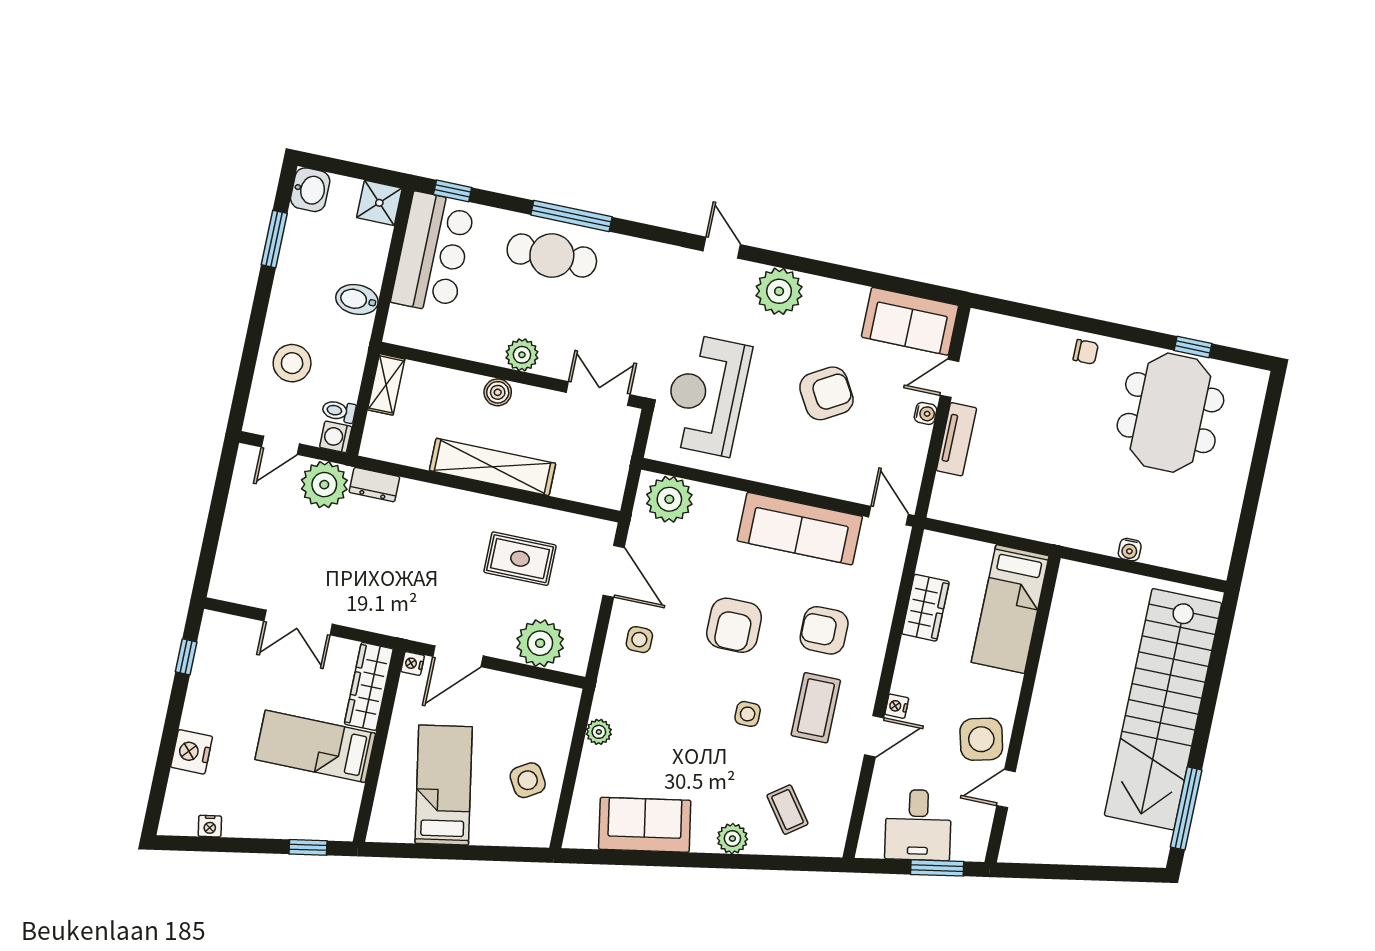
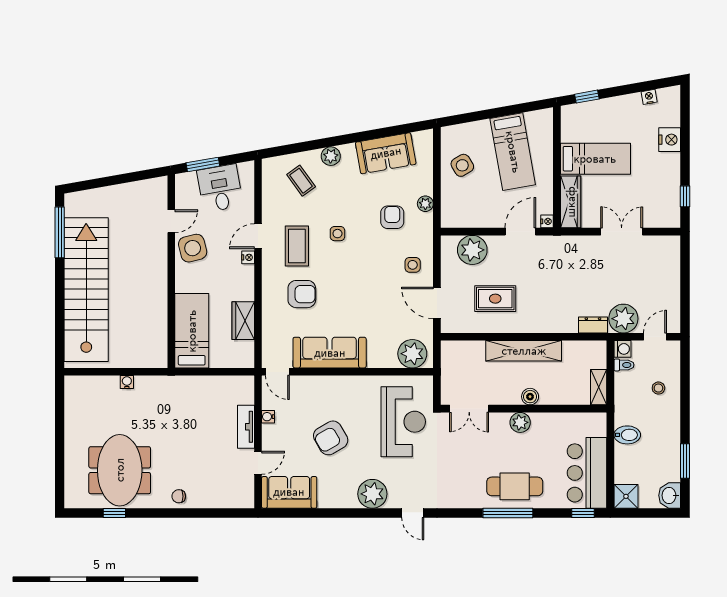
stool: (292, 363) -> (658, 388), width x0.53, depth x0.53
water cooler: (925, 413) -> (268, 417), moved
armchair: (734, 625) -> (392, 217), moved, width x0.72, depth x0.72

